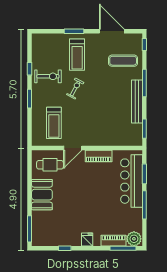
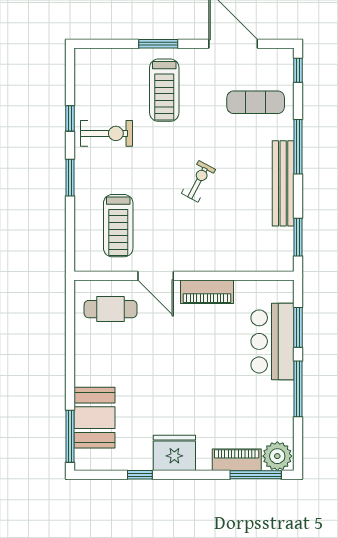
exercise bike: (75, 89) -> (198, 181), moved
door: (73, 148) -> (156, 276), hinge flipped
bar counter: (132, 181) -> (272, 341), width x0.73
booth: (42, 195) -> (95, 418), moved
fridge: (87, 239) -> (174, 453), width x1.88, depth x1.34

